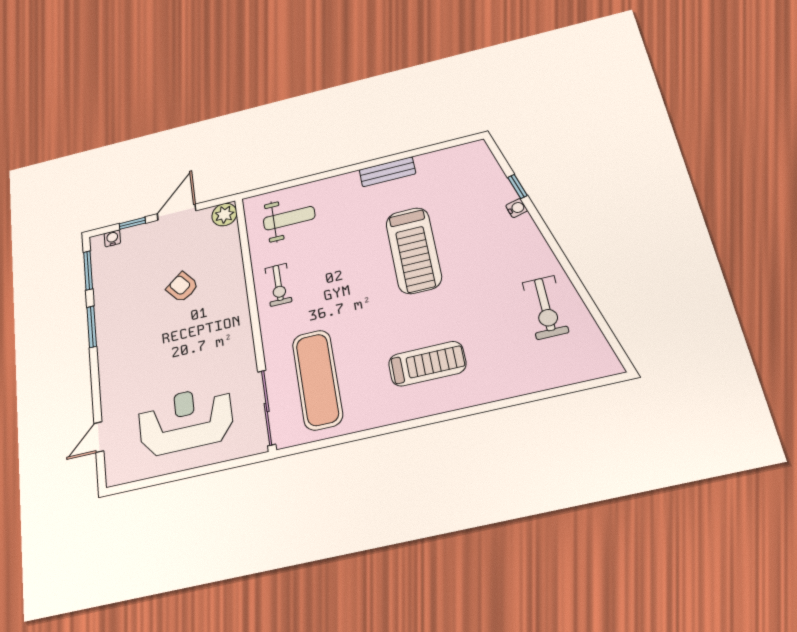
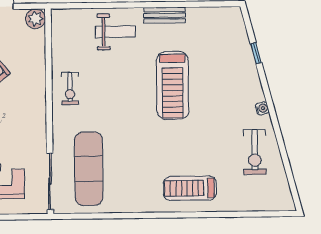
water cooler: (517, 208) -> (262, 108), moved
weight bench: (289, 218) -> (115, 32), moved
treadmill: (427, 364) -> (190, 188), moved, turned 180

